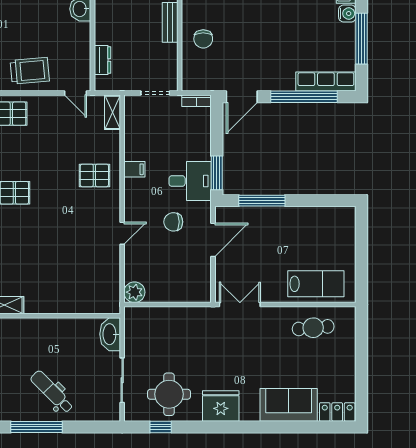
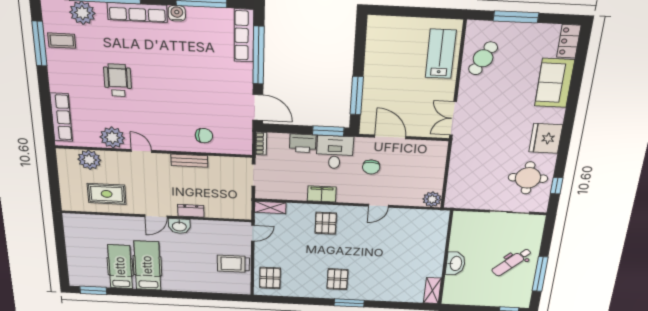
dresser: (103, 60) -> (191, 211), moved
trolley: (30, 71) -> (233, 264), turned -85
printer: (200, 146) -> (303, 143), added
filing cabinet: (134, 169) -> (322, 194), width x2.00
door: (122, 233) -> (378, 206), swing flipped
cafe table: (313, 328) -> (483, 58), turned 31
washbasin: (110, 334) -> (455, 263), moved, turned -90
window: (361, 355) -> (516, 17), added

